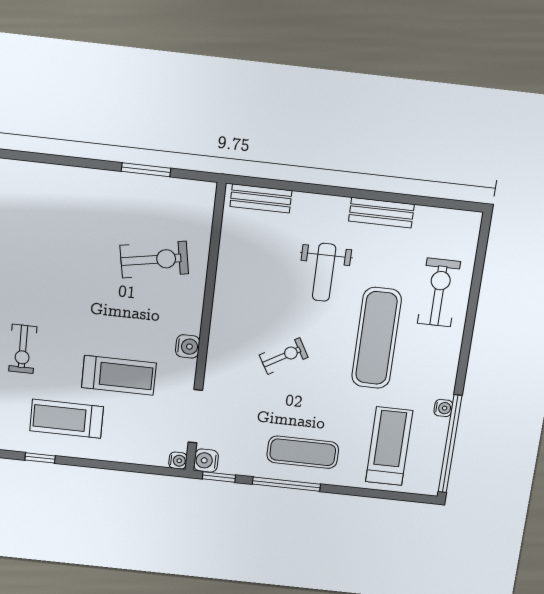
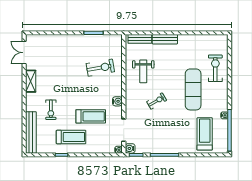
bench: (381, 213) -> (165, 39), moved
weight bench: (324, 272) -> (143, 71), moved
treadmill: (67, 419) -> (71, 137), turned 180
exercise mat: (303, 452) -> (170, 140), removed

